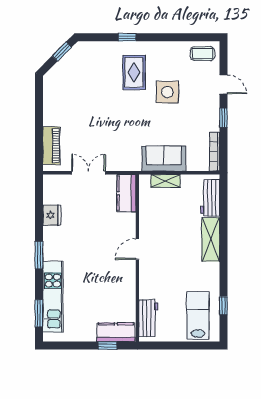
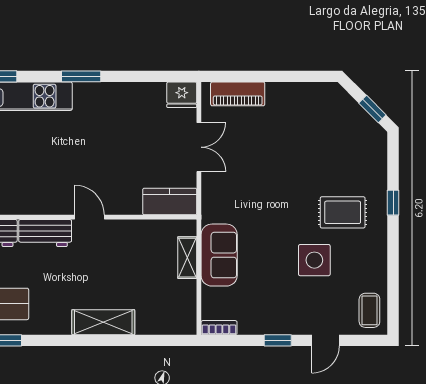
bookcase: (215, 152) -> (219, 328), width x0.64
workbench: (210, 198) -> (45, 233), moved, turned 180
fridge: (52, 215) -> (182, 95), moved

